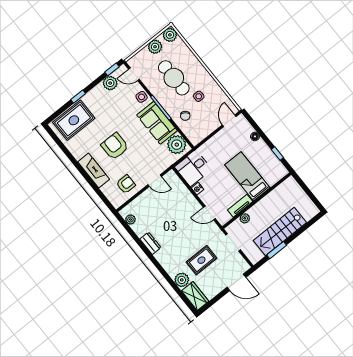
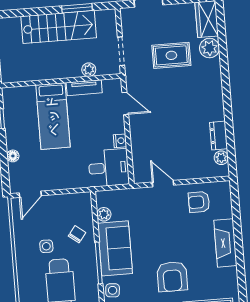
plant: (177, 145) -> (104, 214), width x0.53, depth x0.53
armchair: (115, 146) -> (172, 277), moved
dresser: (150, 243) -> (219, 136), moved

